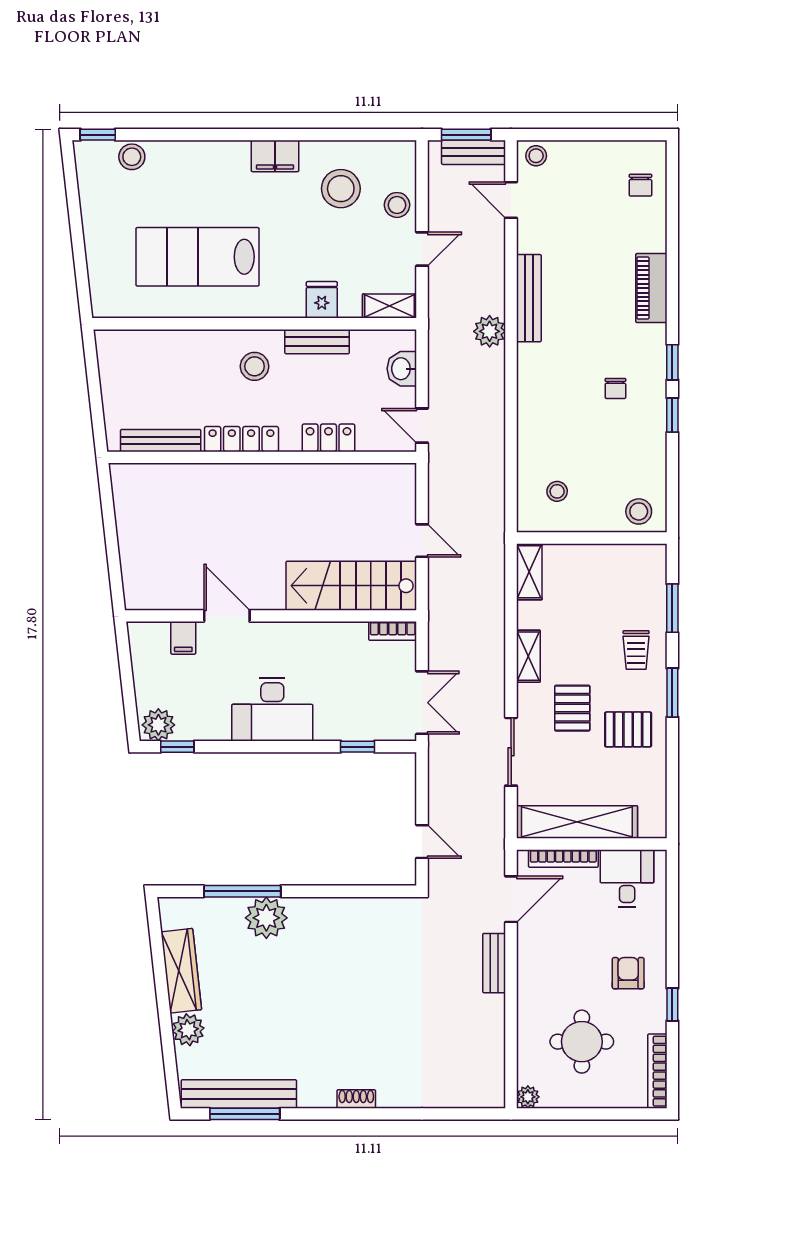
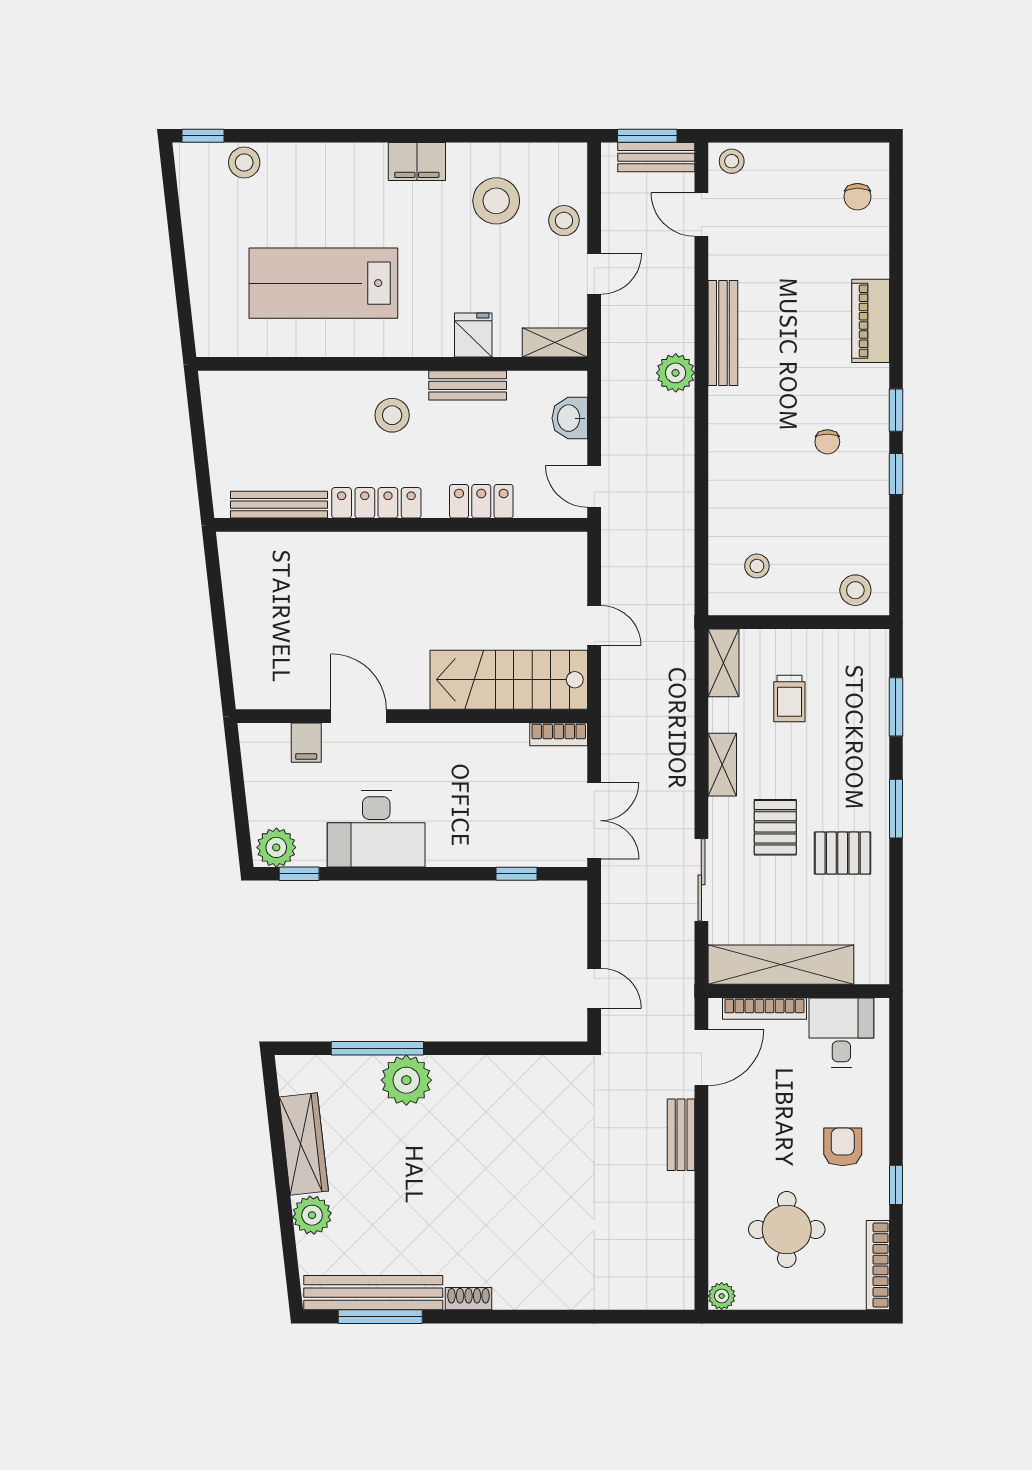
trolley: (636, 650) -> (789, 699), moved
desk: (272, 709) -> (376, 829), moved
shoe rack: (356, 1099) -> (469, 1299), moved

